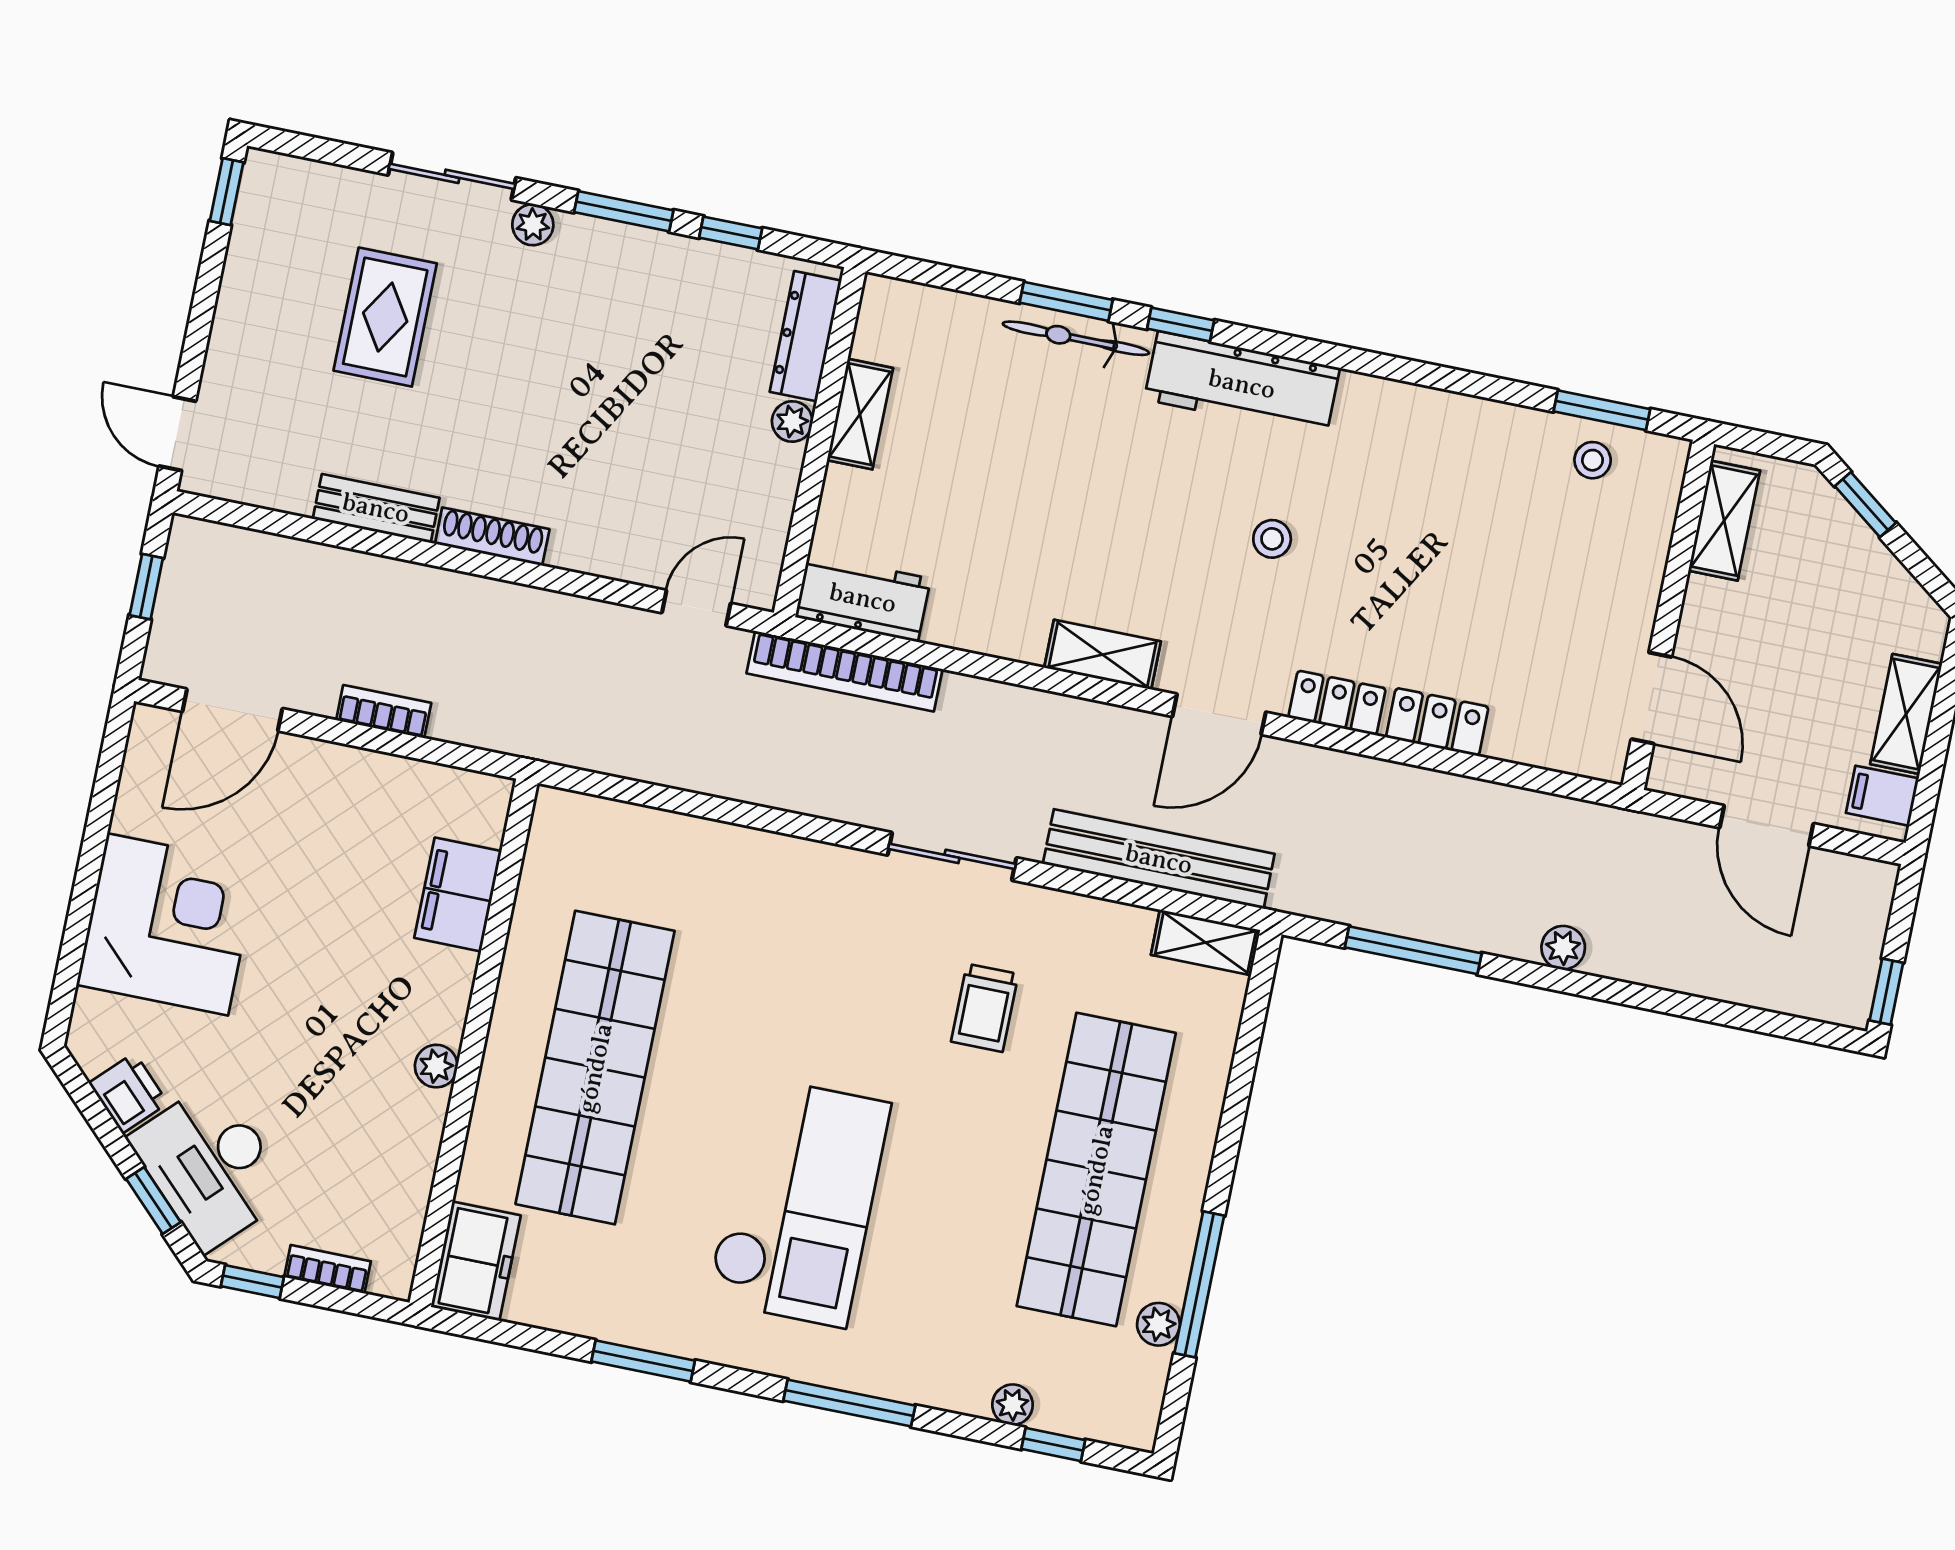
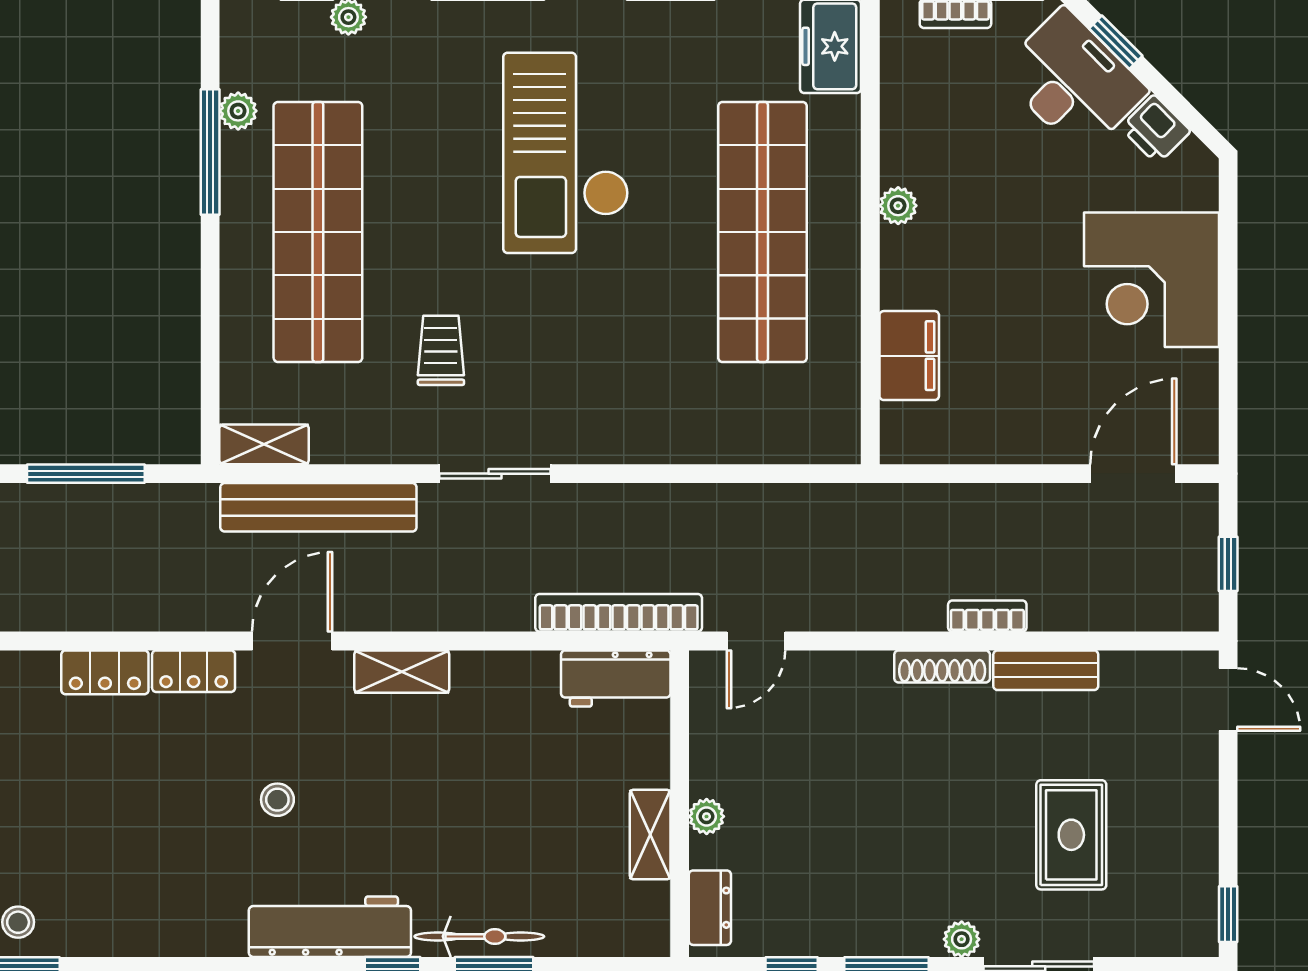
dresser: (806, 336) -> (710, 908), width x0.70
bookcase: (384, 712) -> (987, 616), moved, turned 180

